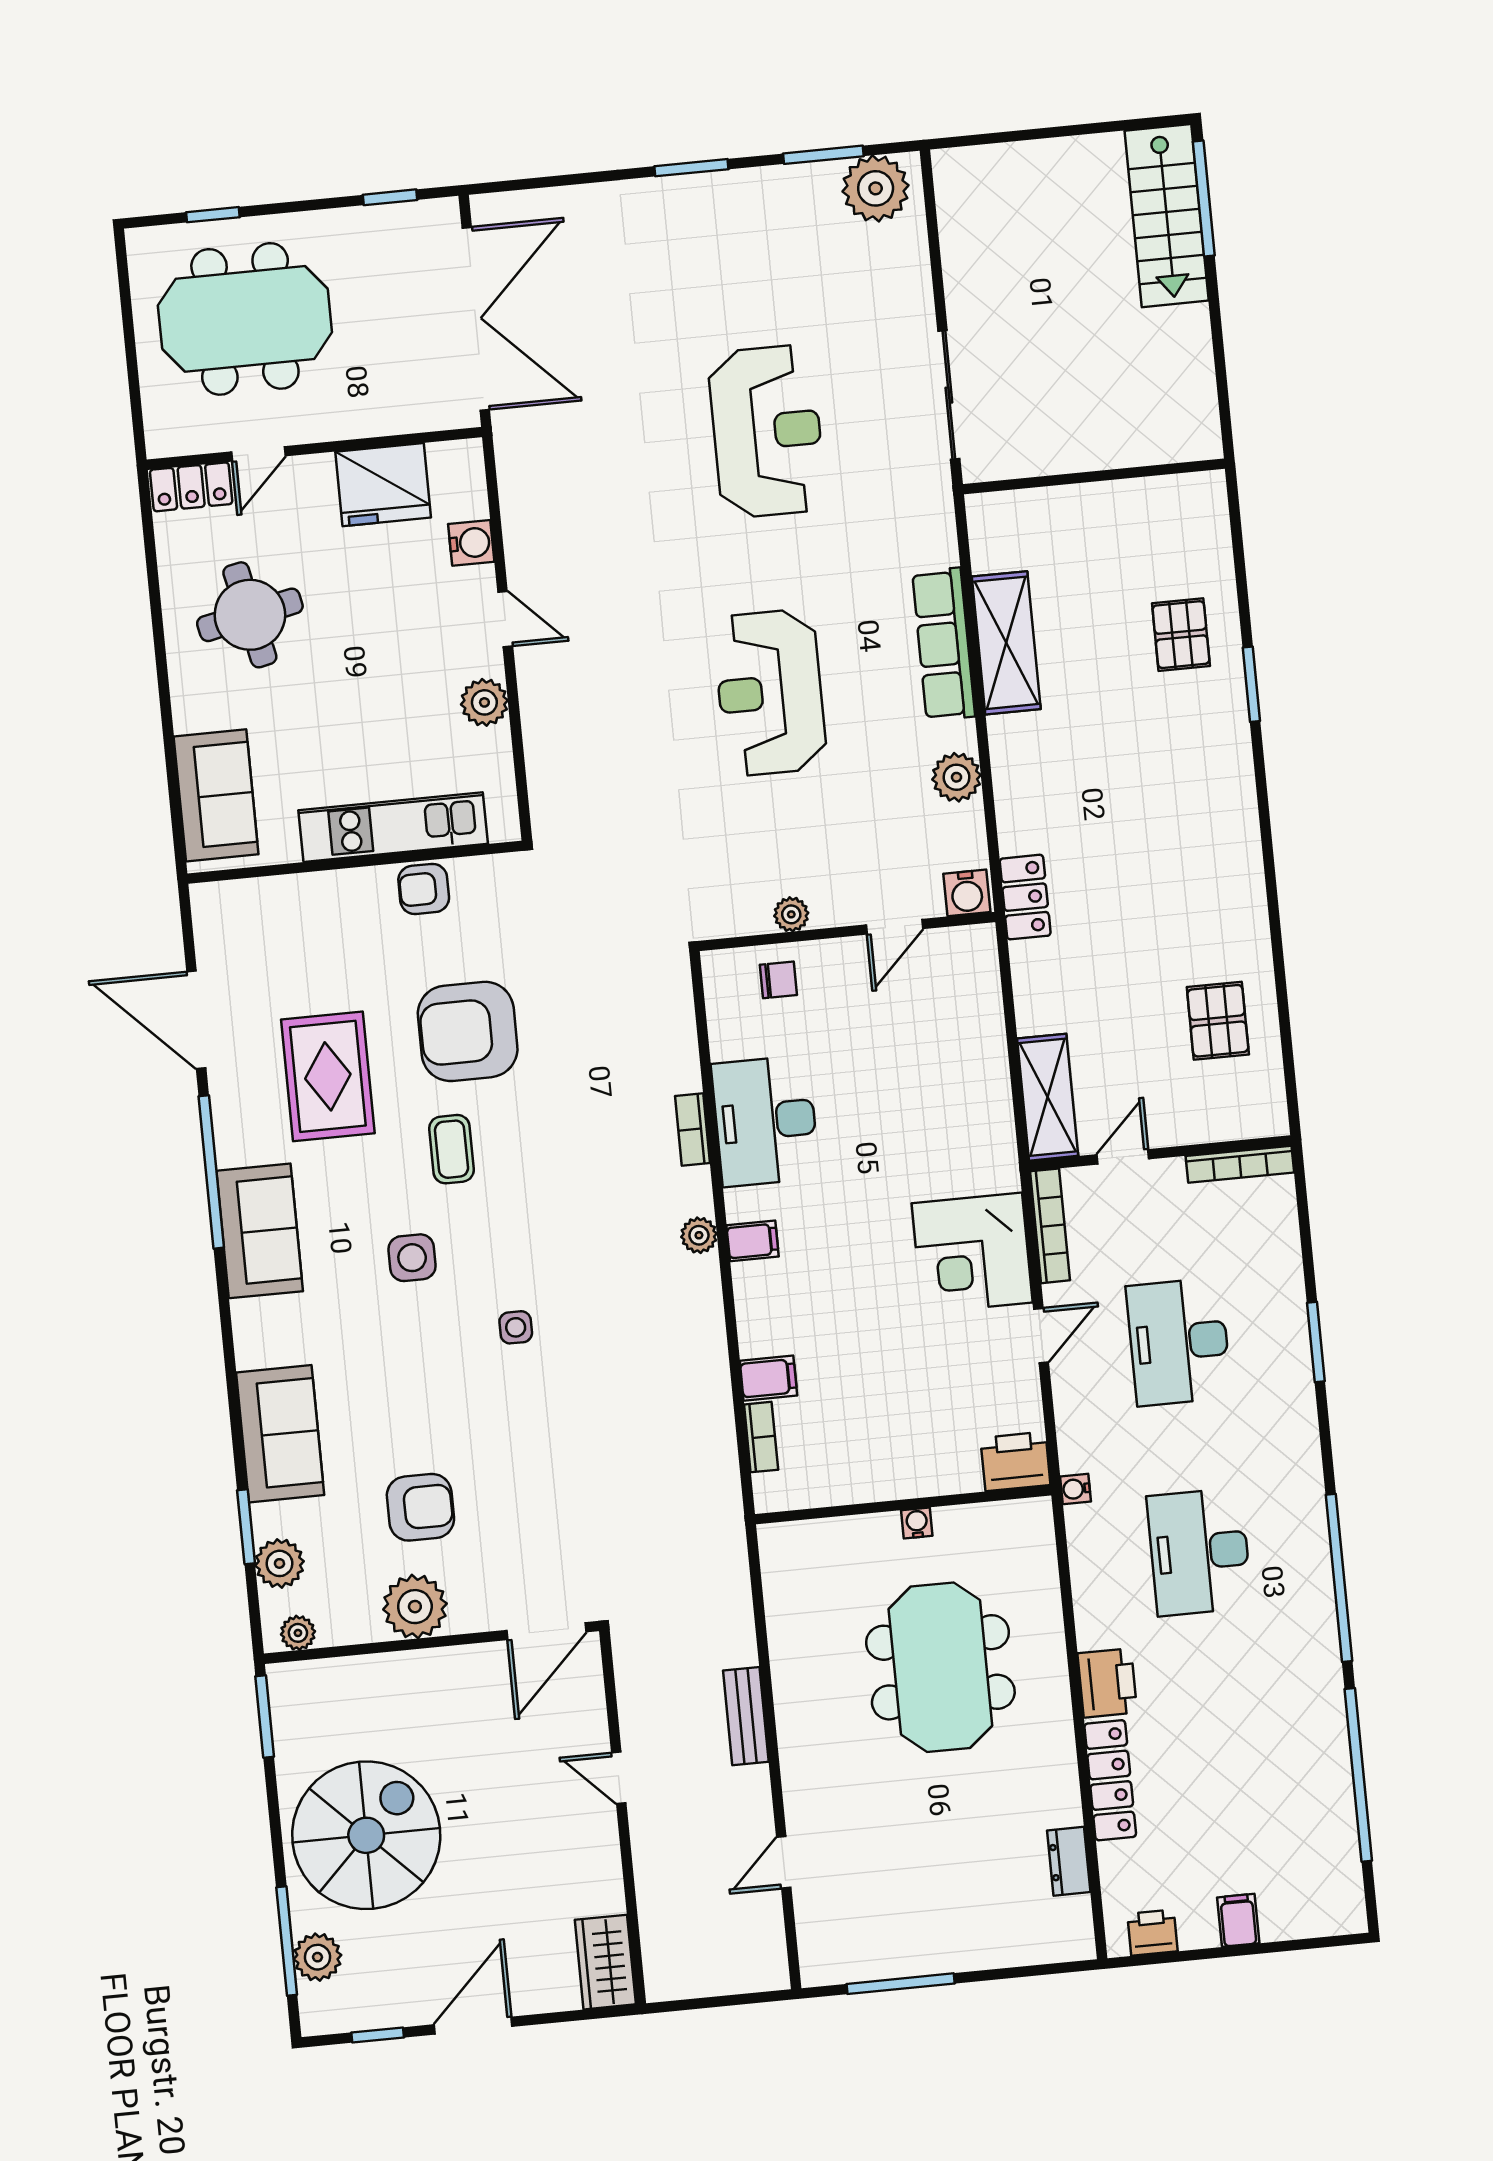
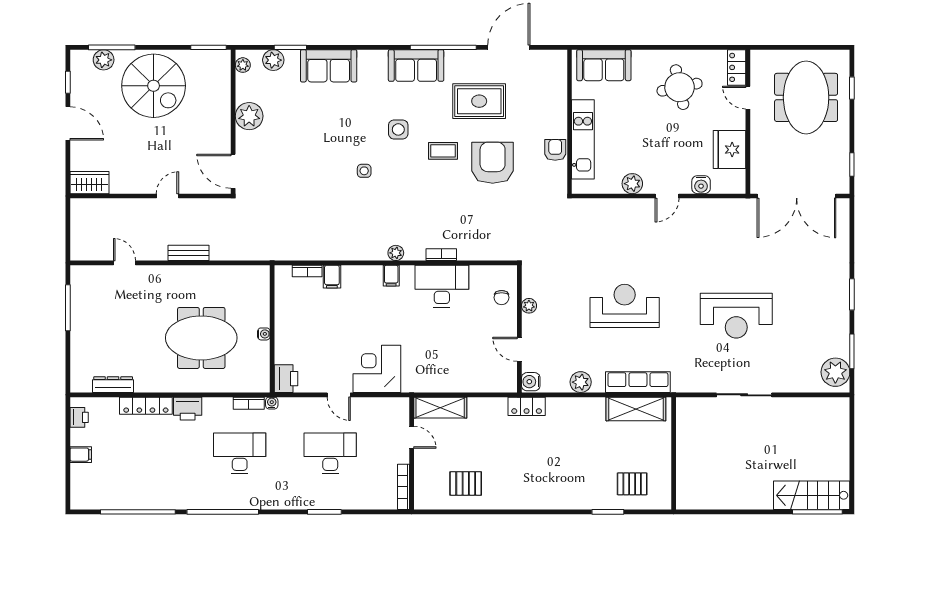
wall: (1094, 476) -> (674, 453), moved
bookcase: (1050, 1226) -> (249, 403), moved, width x0.64
armchair: (420, 1507) -> (291, 123), removed
dresser: (1069, 1861) -> (113, 385), width x1.44

